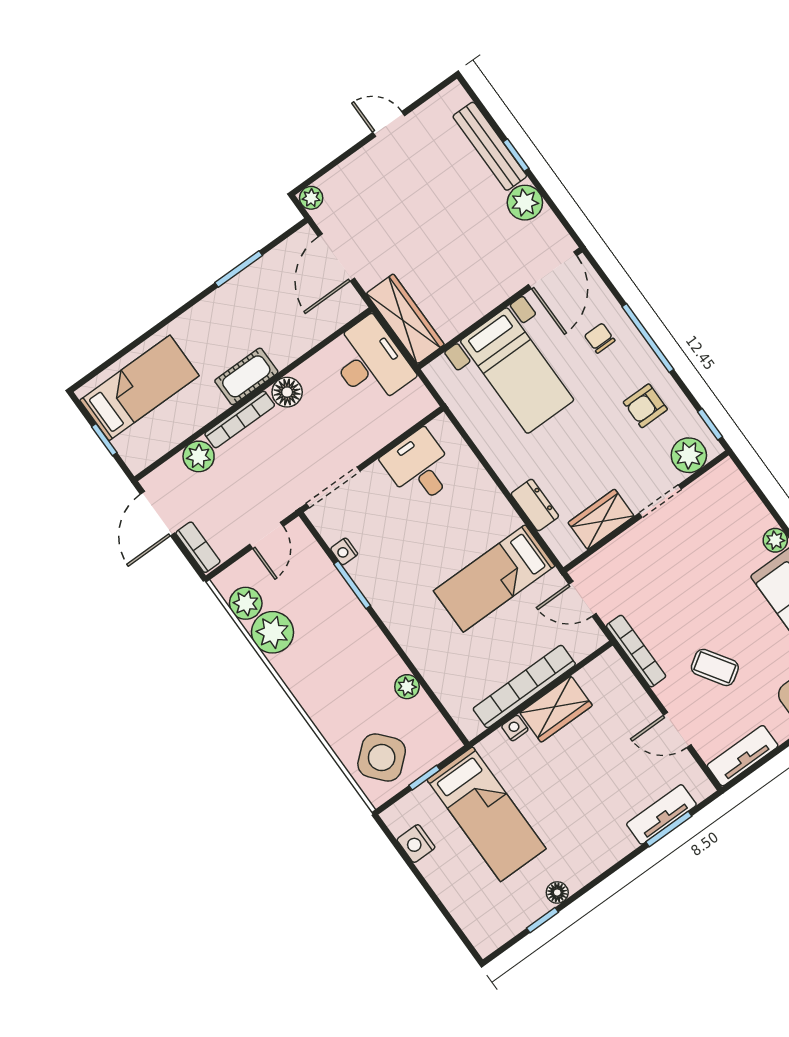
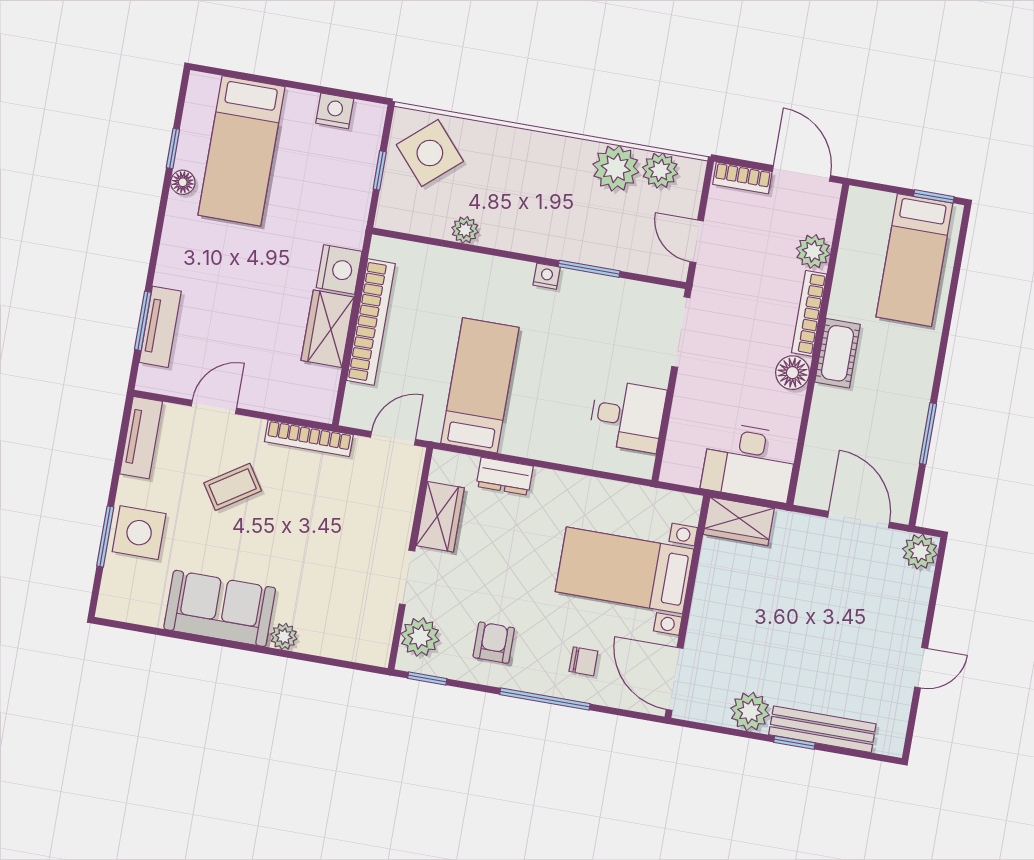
plant: (311, 198) -> (920, 552), width x1.38, depth x1.38
wardrobe: (405, 319) -> (739, 521), width x0.67
window: (104, 440) -> (934, 196), moved
nightstand: (344, 551) -> (547, 276), moved
nightstand: (515, 728) -> (339, 270), width x1.89, depth x1.79
bed: (487, 814) -> (241, 151), moved, turned -90

